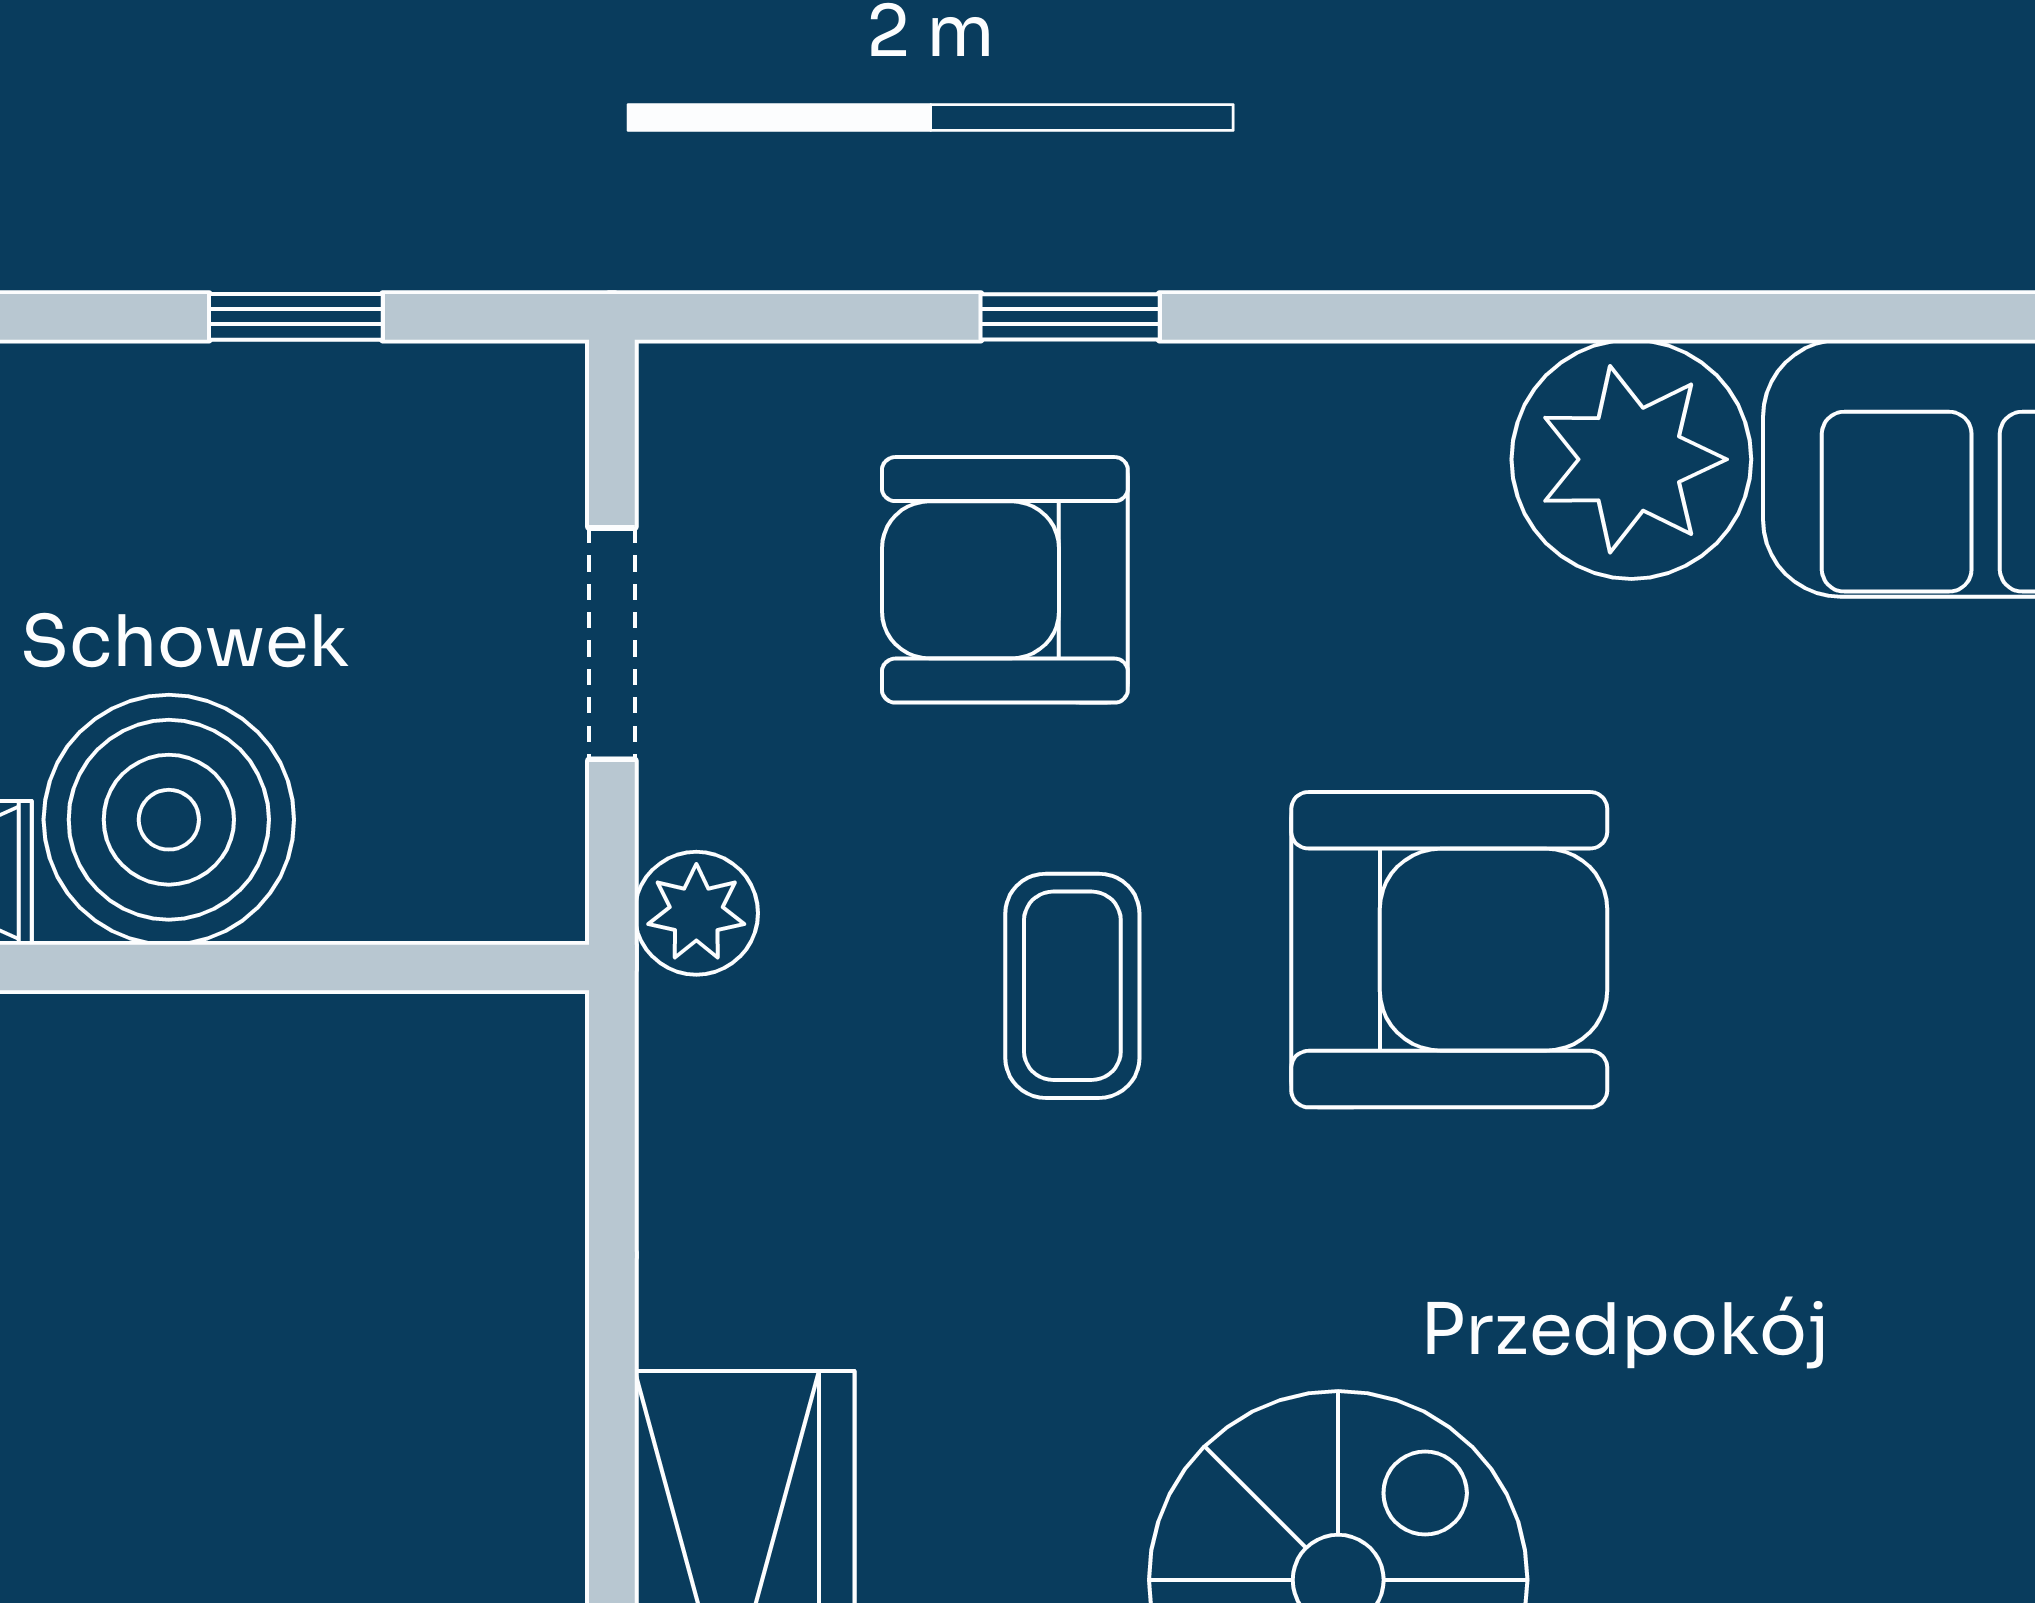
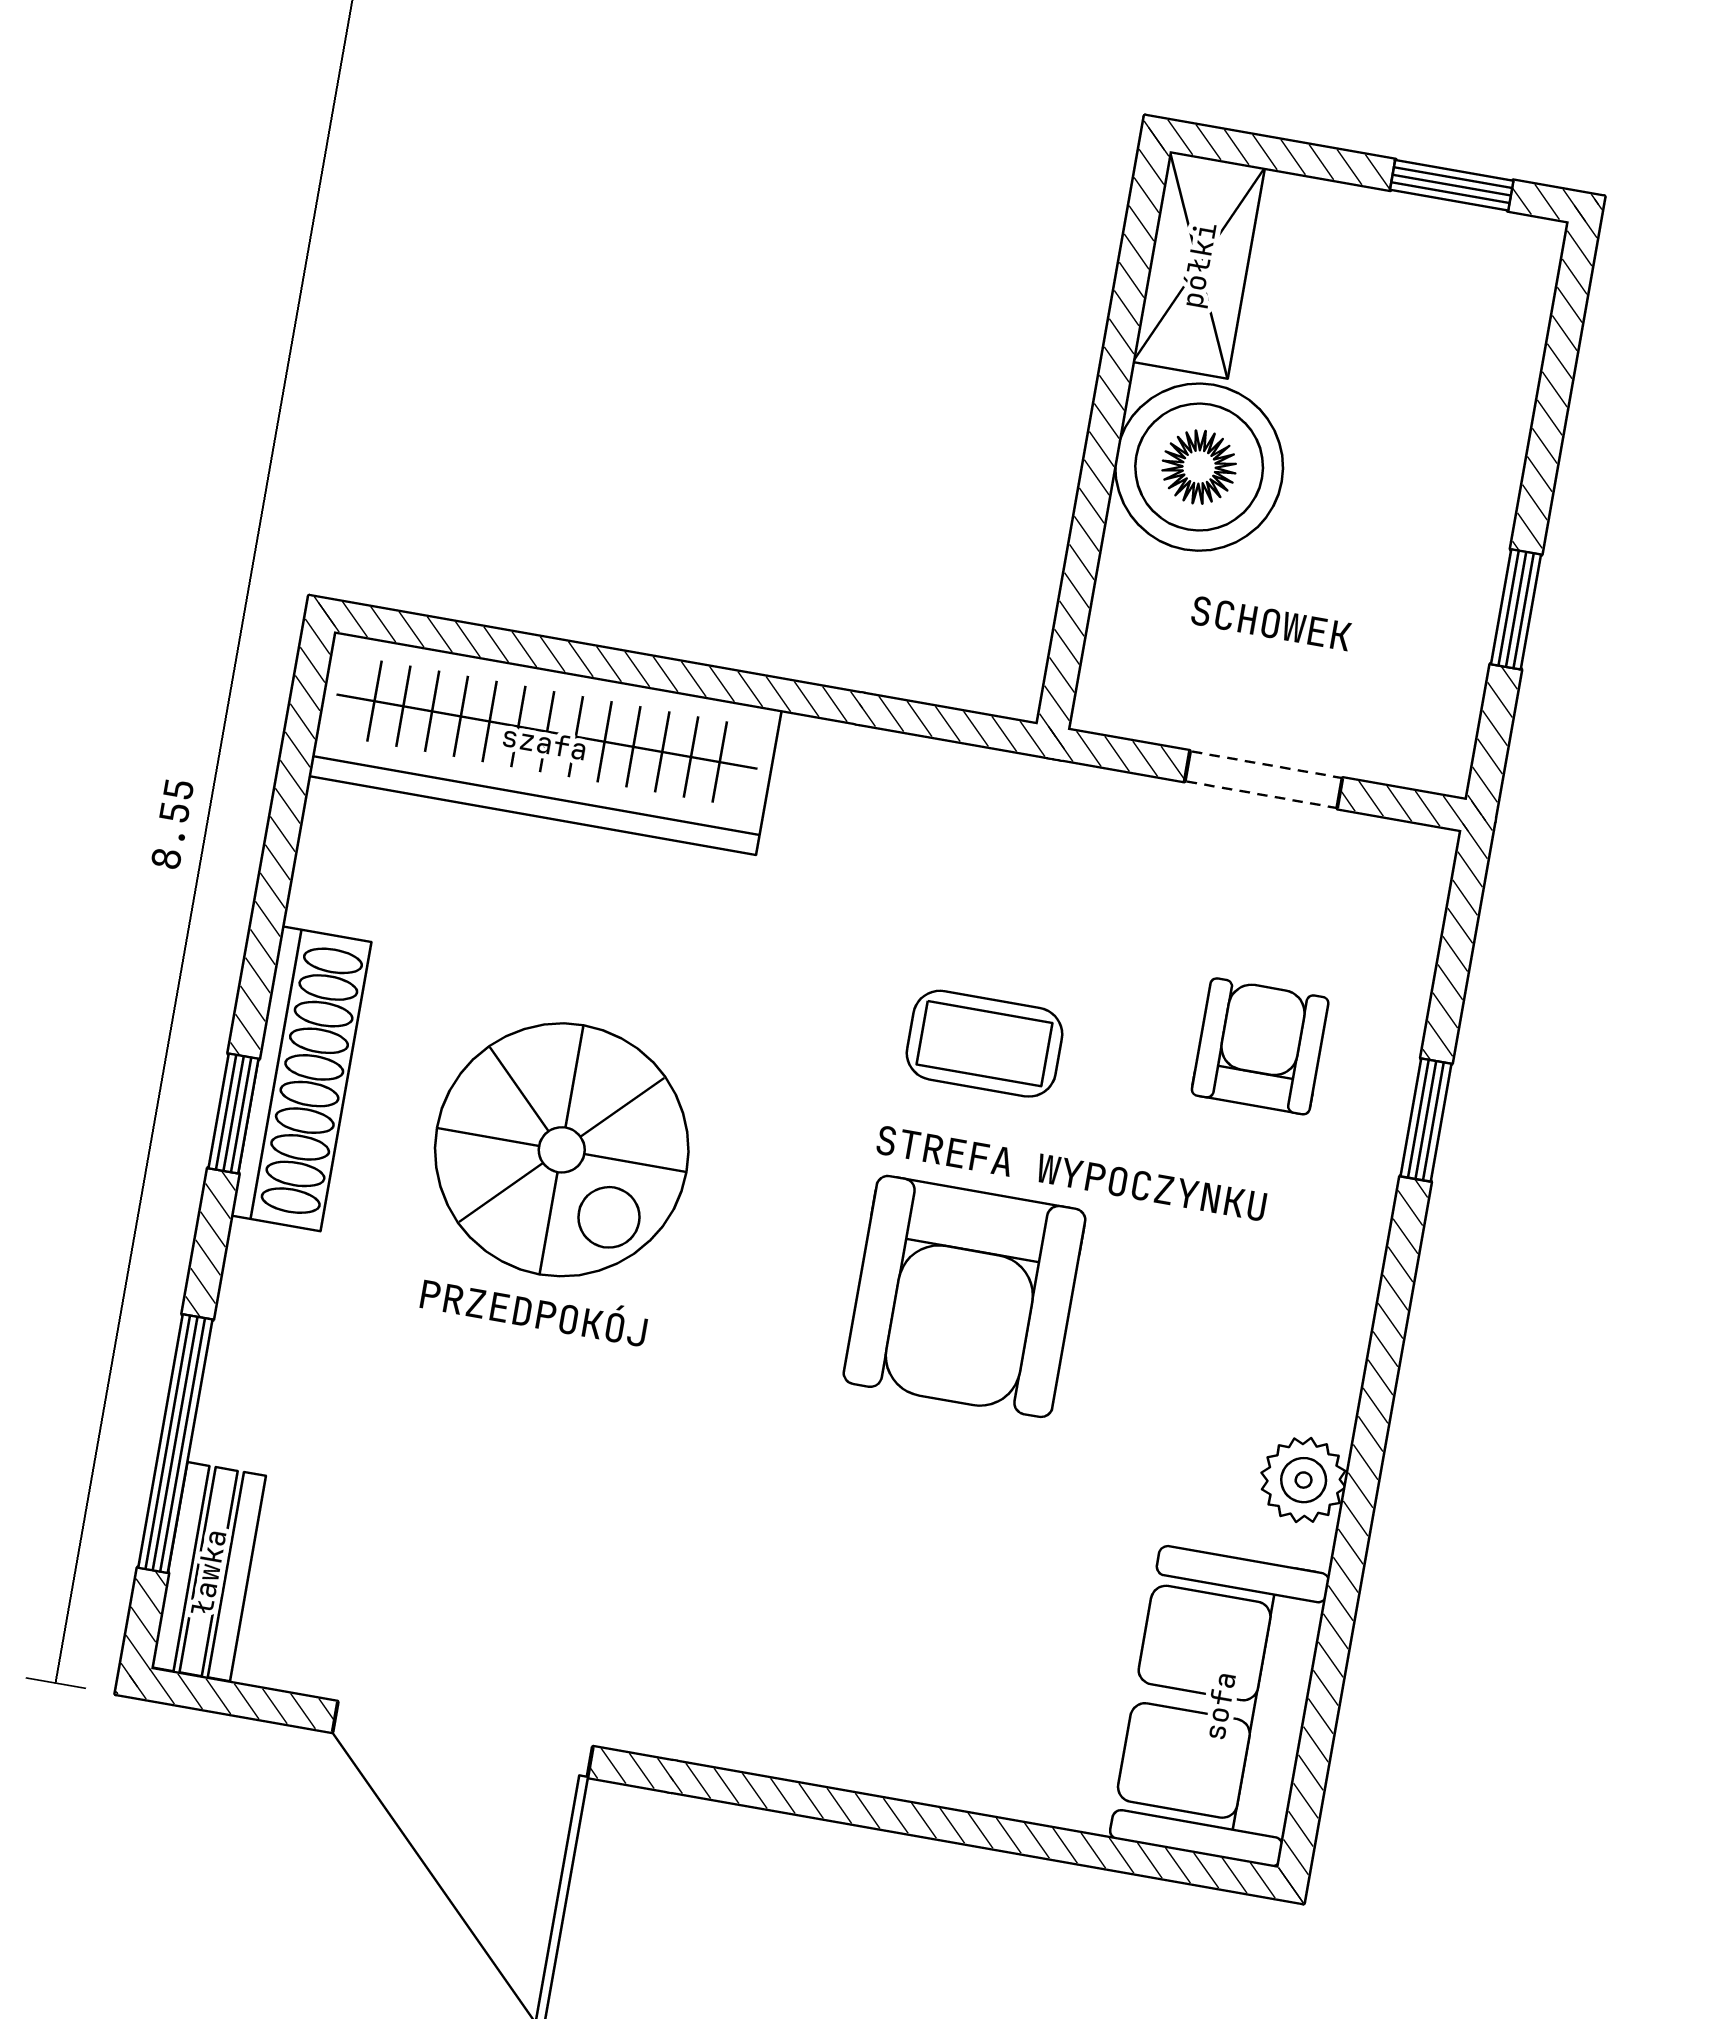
plant: (1631, 459) -> (1304, 1480), width x0.53, depth x0.53
armchair: (1005, 580) -> (1260, 1046), width x0.72, depth x0.72
plant: (696, 913) -> (1076, 804), removed

